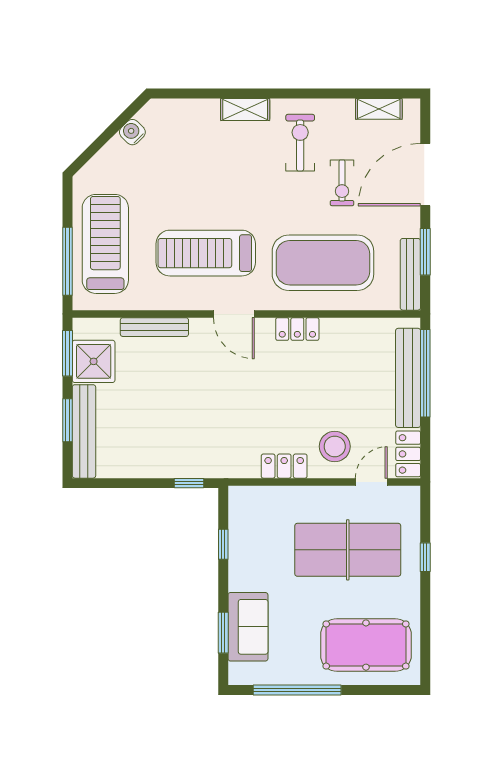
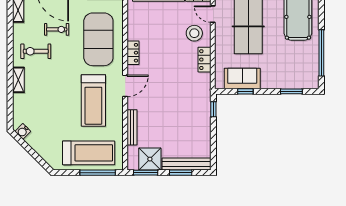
water cooler: (132, 132) -> (23, 131), moved
treadmill: (105, 244) -> (89, 153), turned 180
sofa: (248, 627) -> (242, 78), moved

